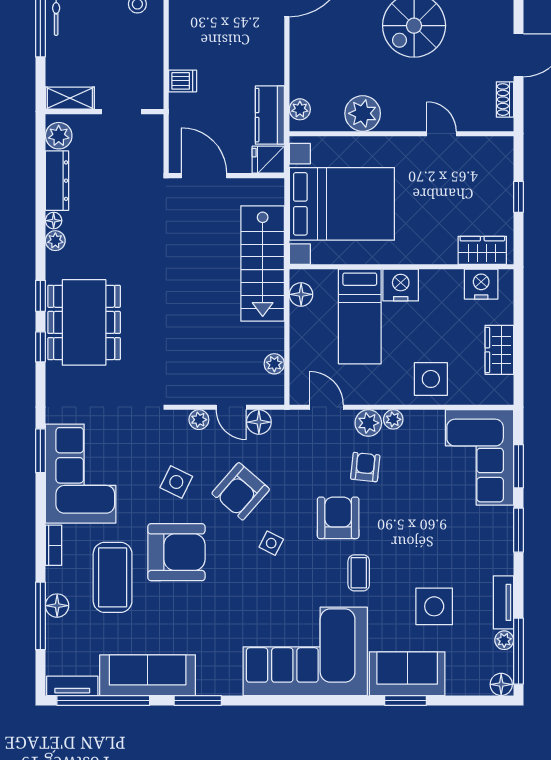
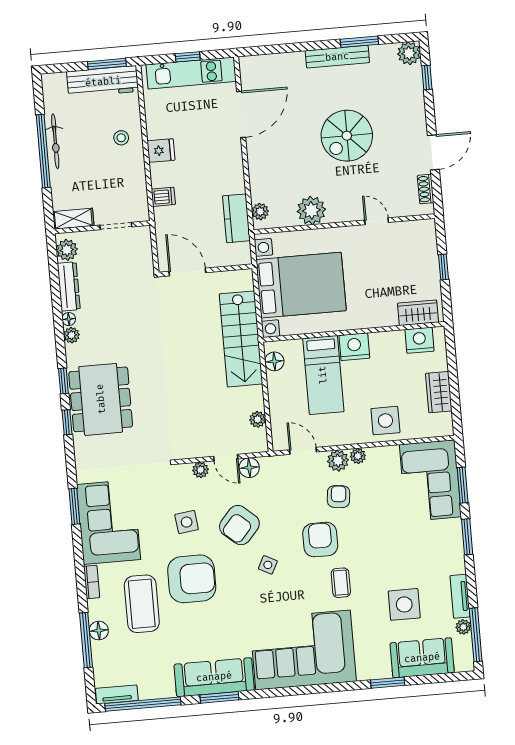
fridge: (268, 160) -> (161, 150), moved, turned 180
side table: (176, 482) -> (187, 522), turned -33
sofa: (407, 674) -> (422, 658), moved
sofa: (148, 675) -> (214, 677), moved
floor lamp: (501, 684) -> (464, 663), removed

